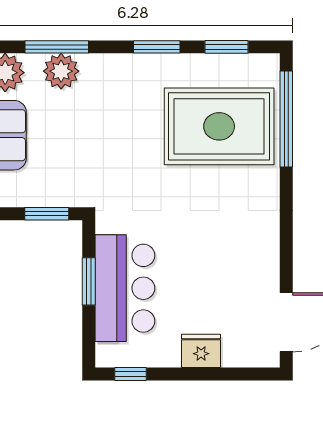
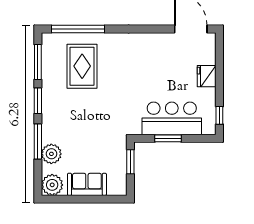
window: (57, 47) -> (38, 141), moved
window: (227, 47) -> (38, 62), width x1.44
rug: (219, 126) -> (82, 66), width x0.73, depth x0.69

